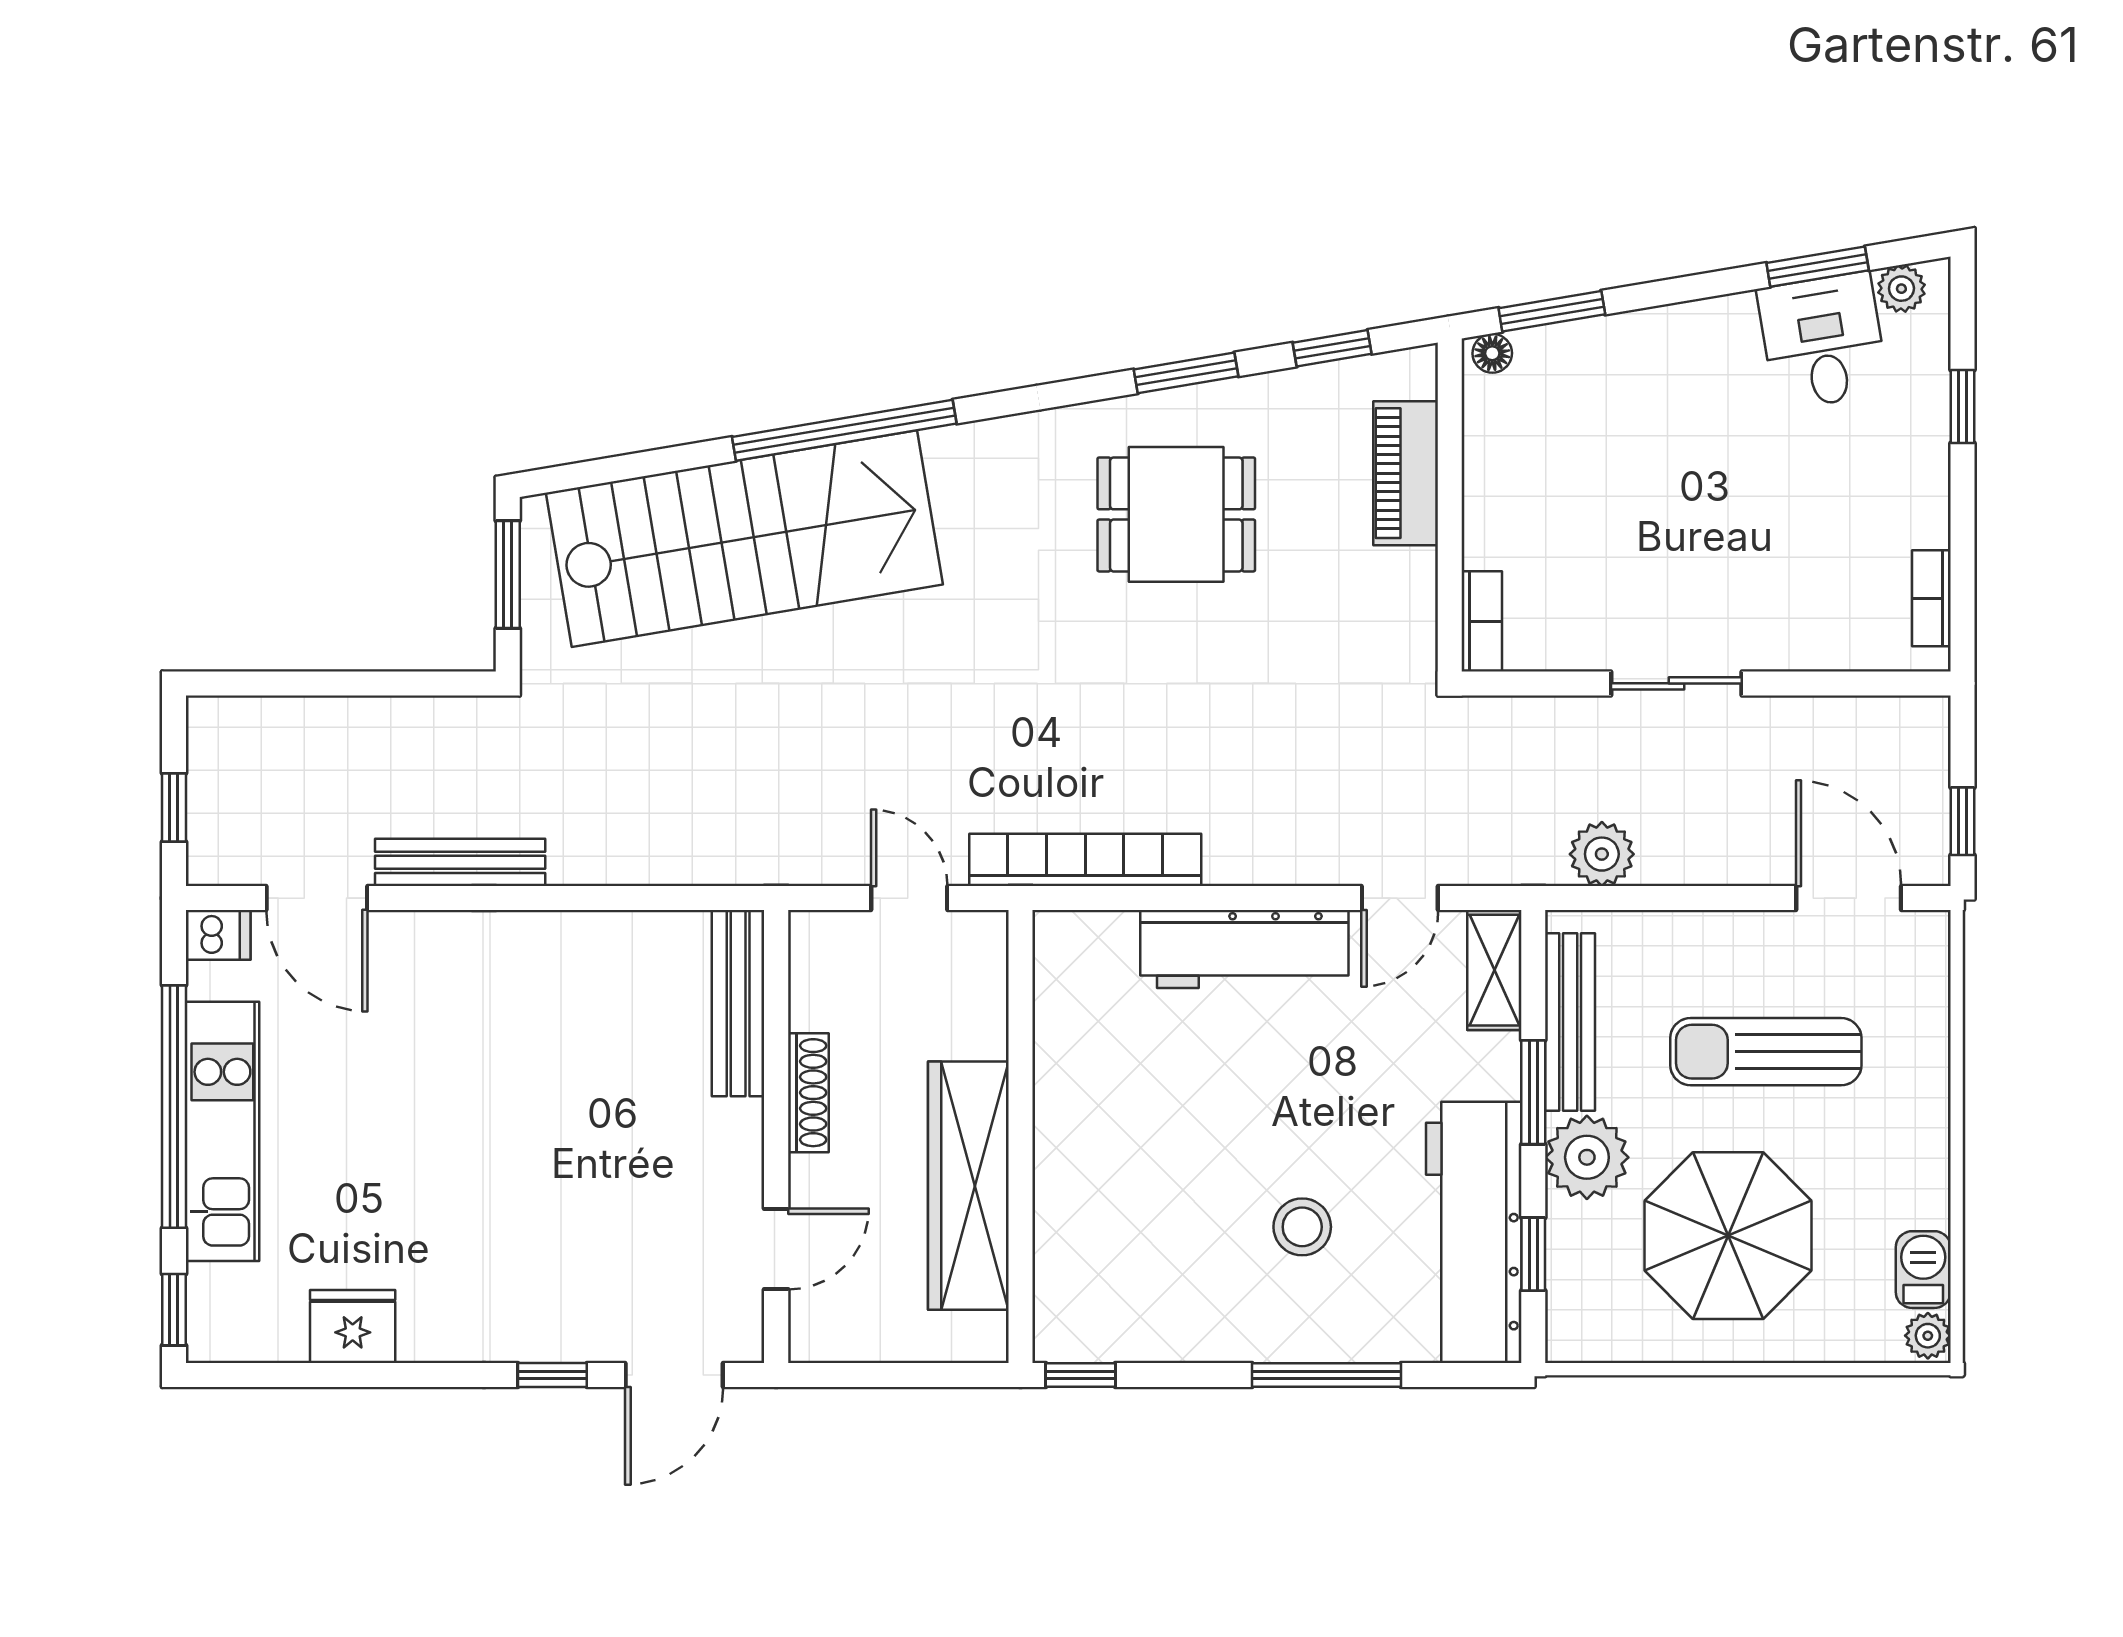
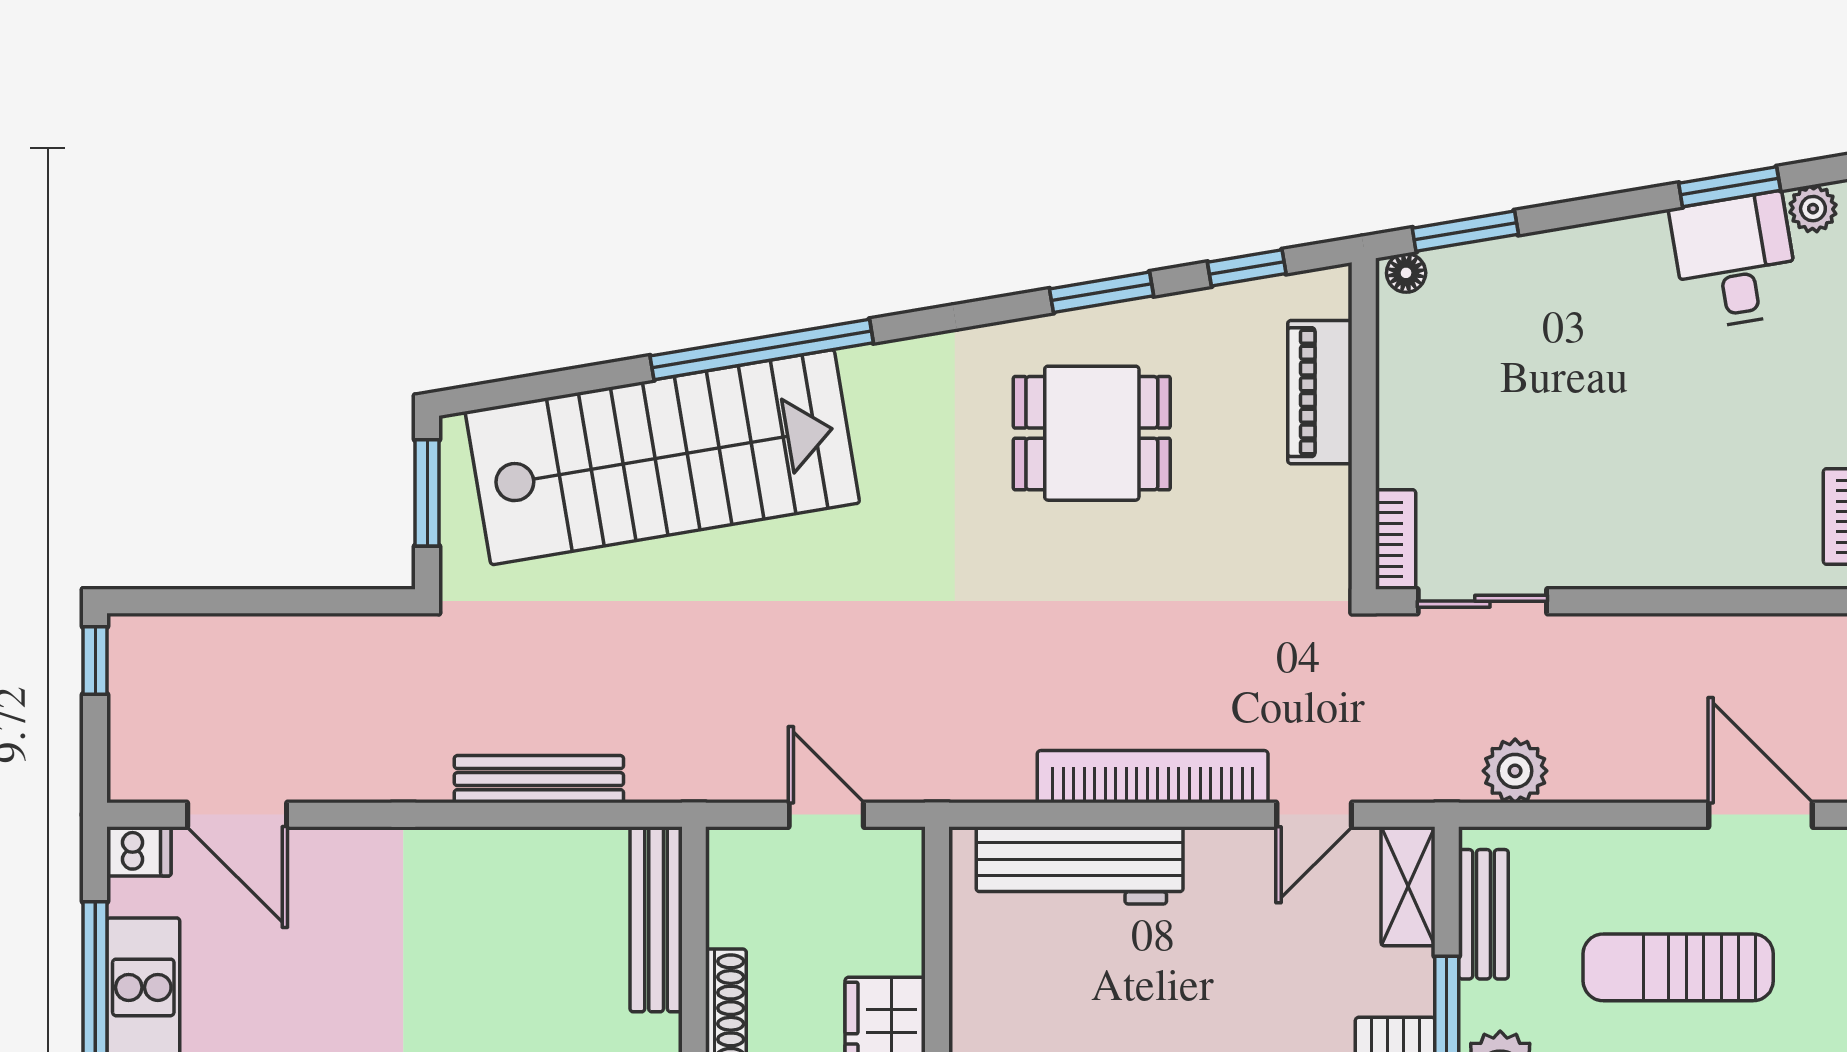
sliding door: (1676, 683) -> (1482, 601), moved
window: (174, 808) -> (95, 661), moved
bookcase: (1085, 860) -> (1153, 777), moved
bench: (460, 862) -> (539, 779), moved
workbench: (1244, 949) -> (1080, 865), moved
bench: (1570, 1022) -> (1483, 914), width x0.73

